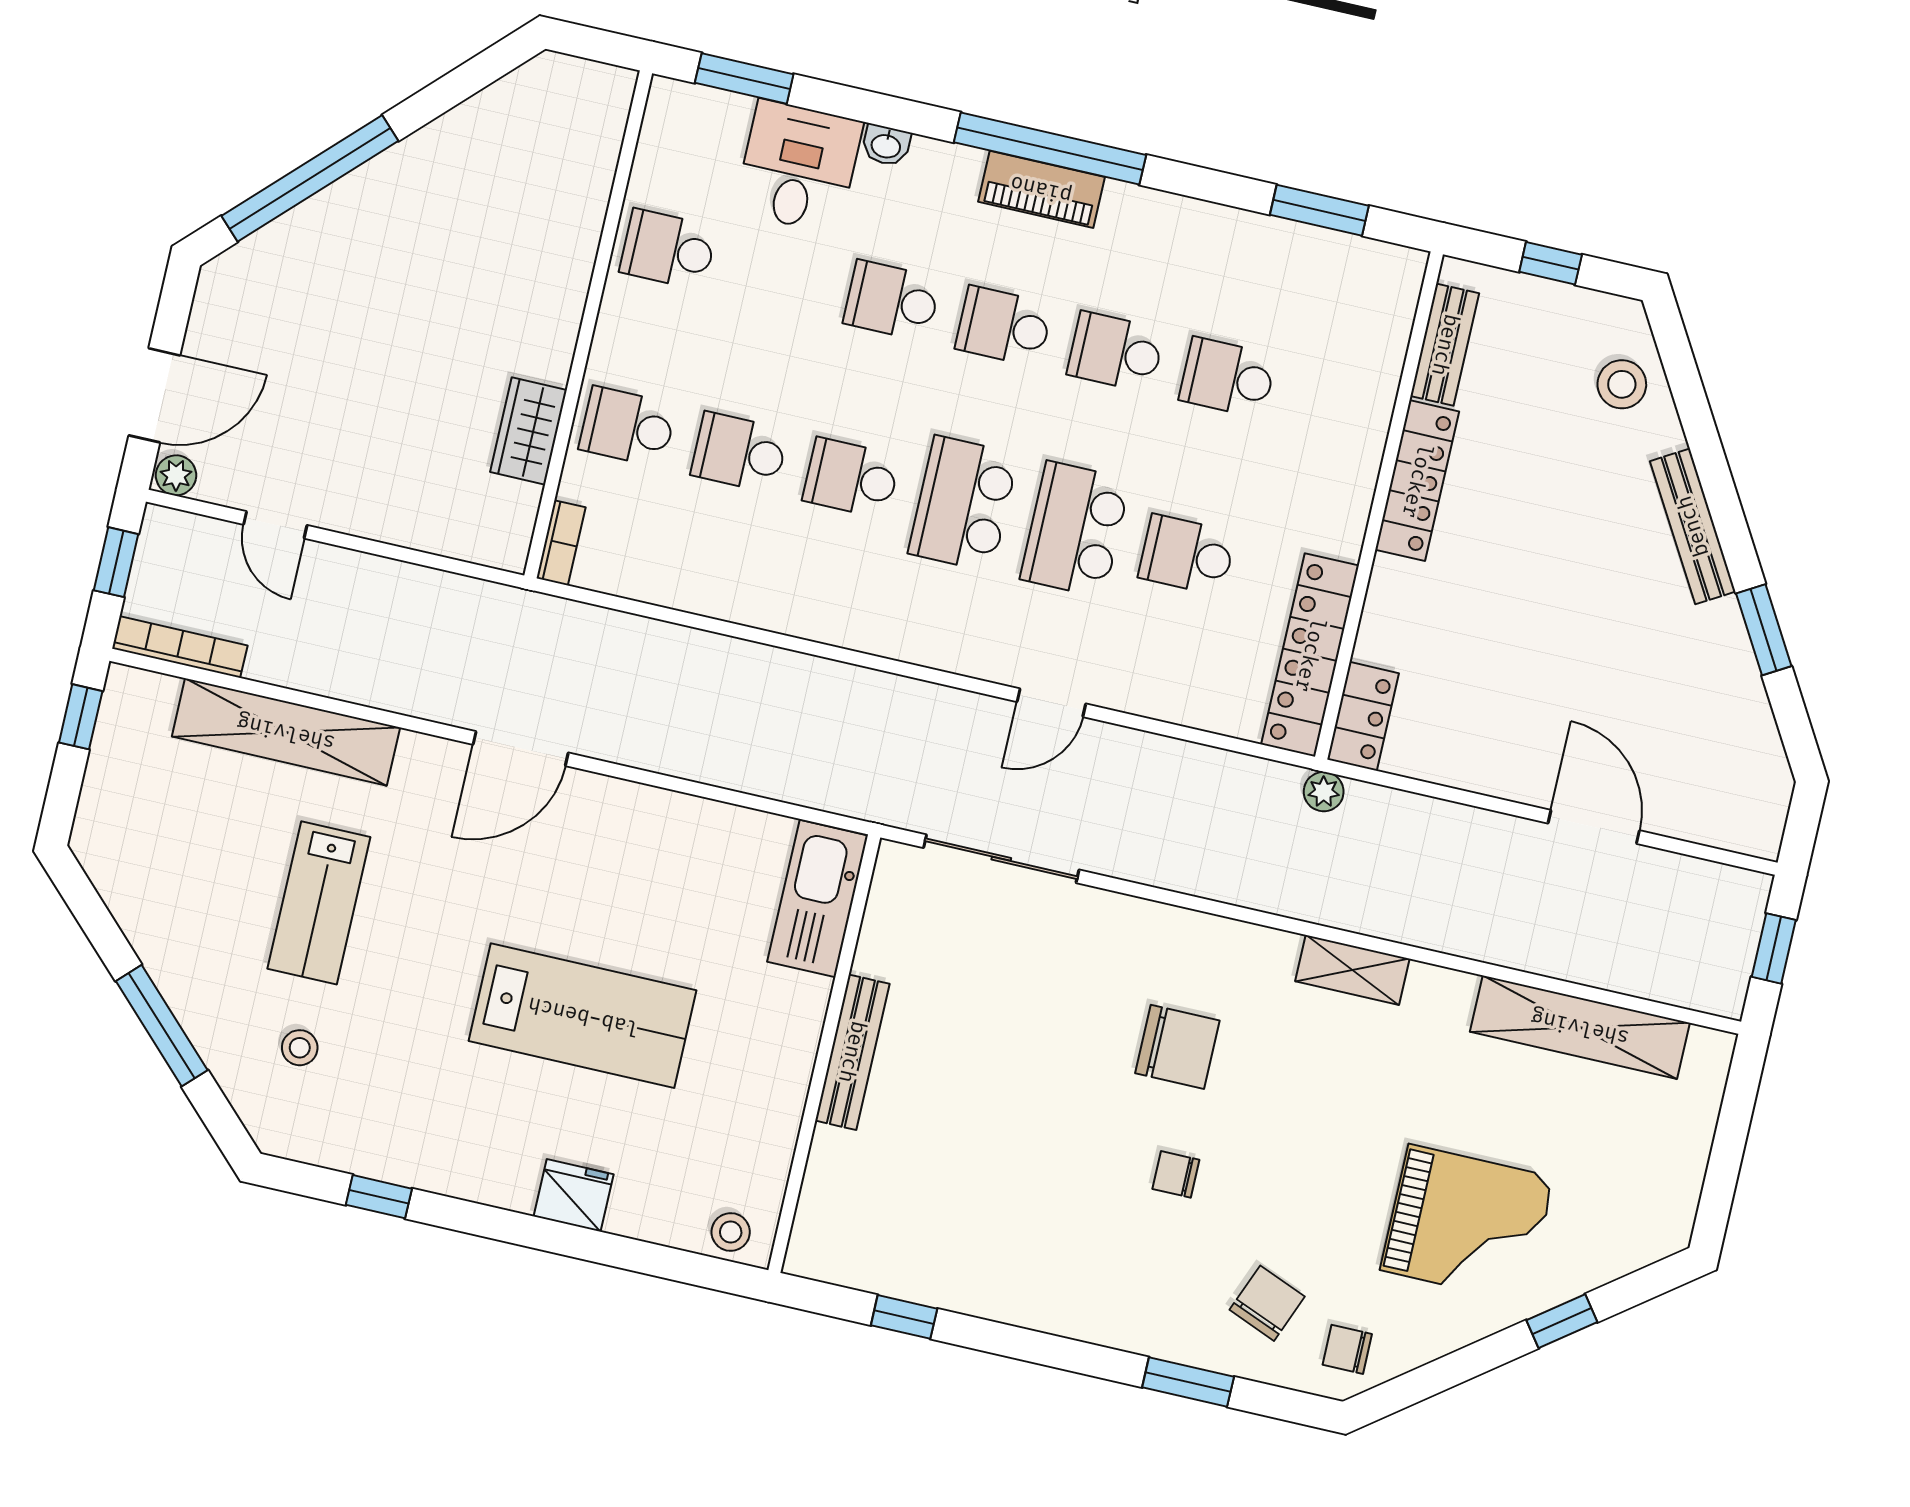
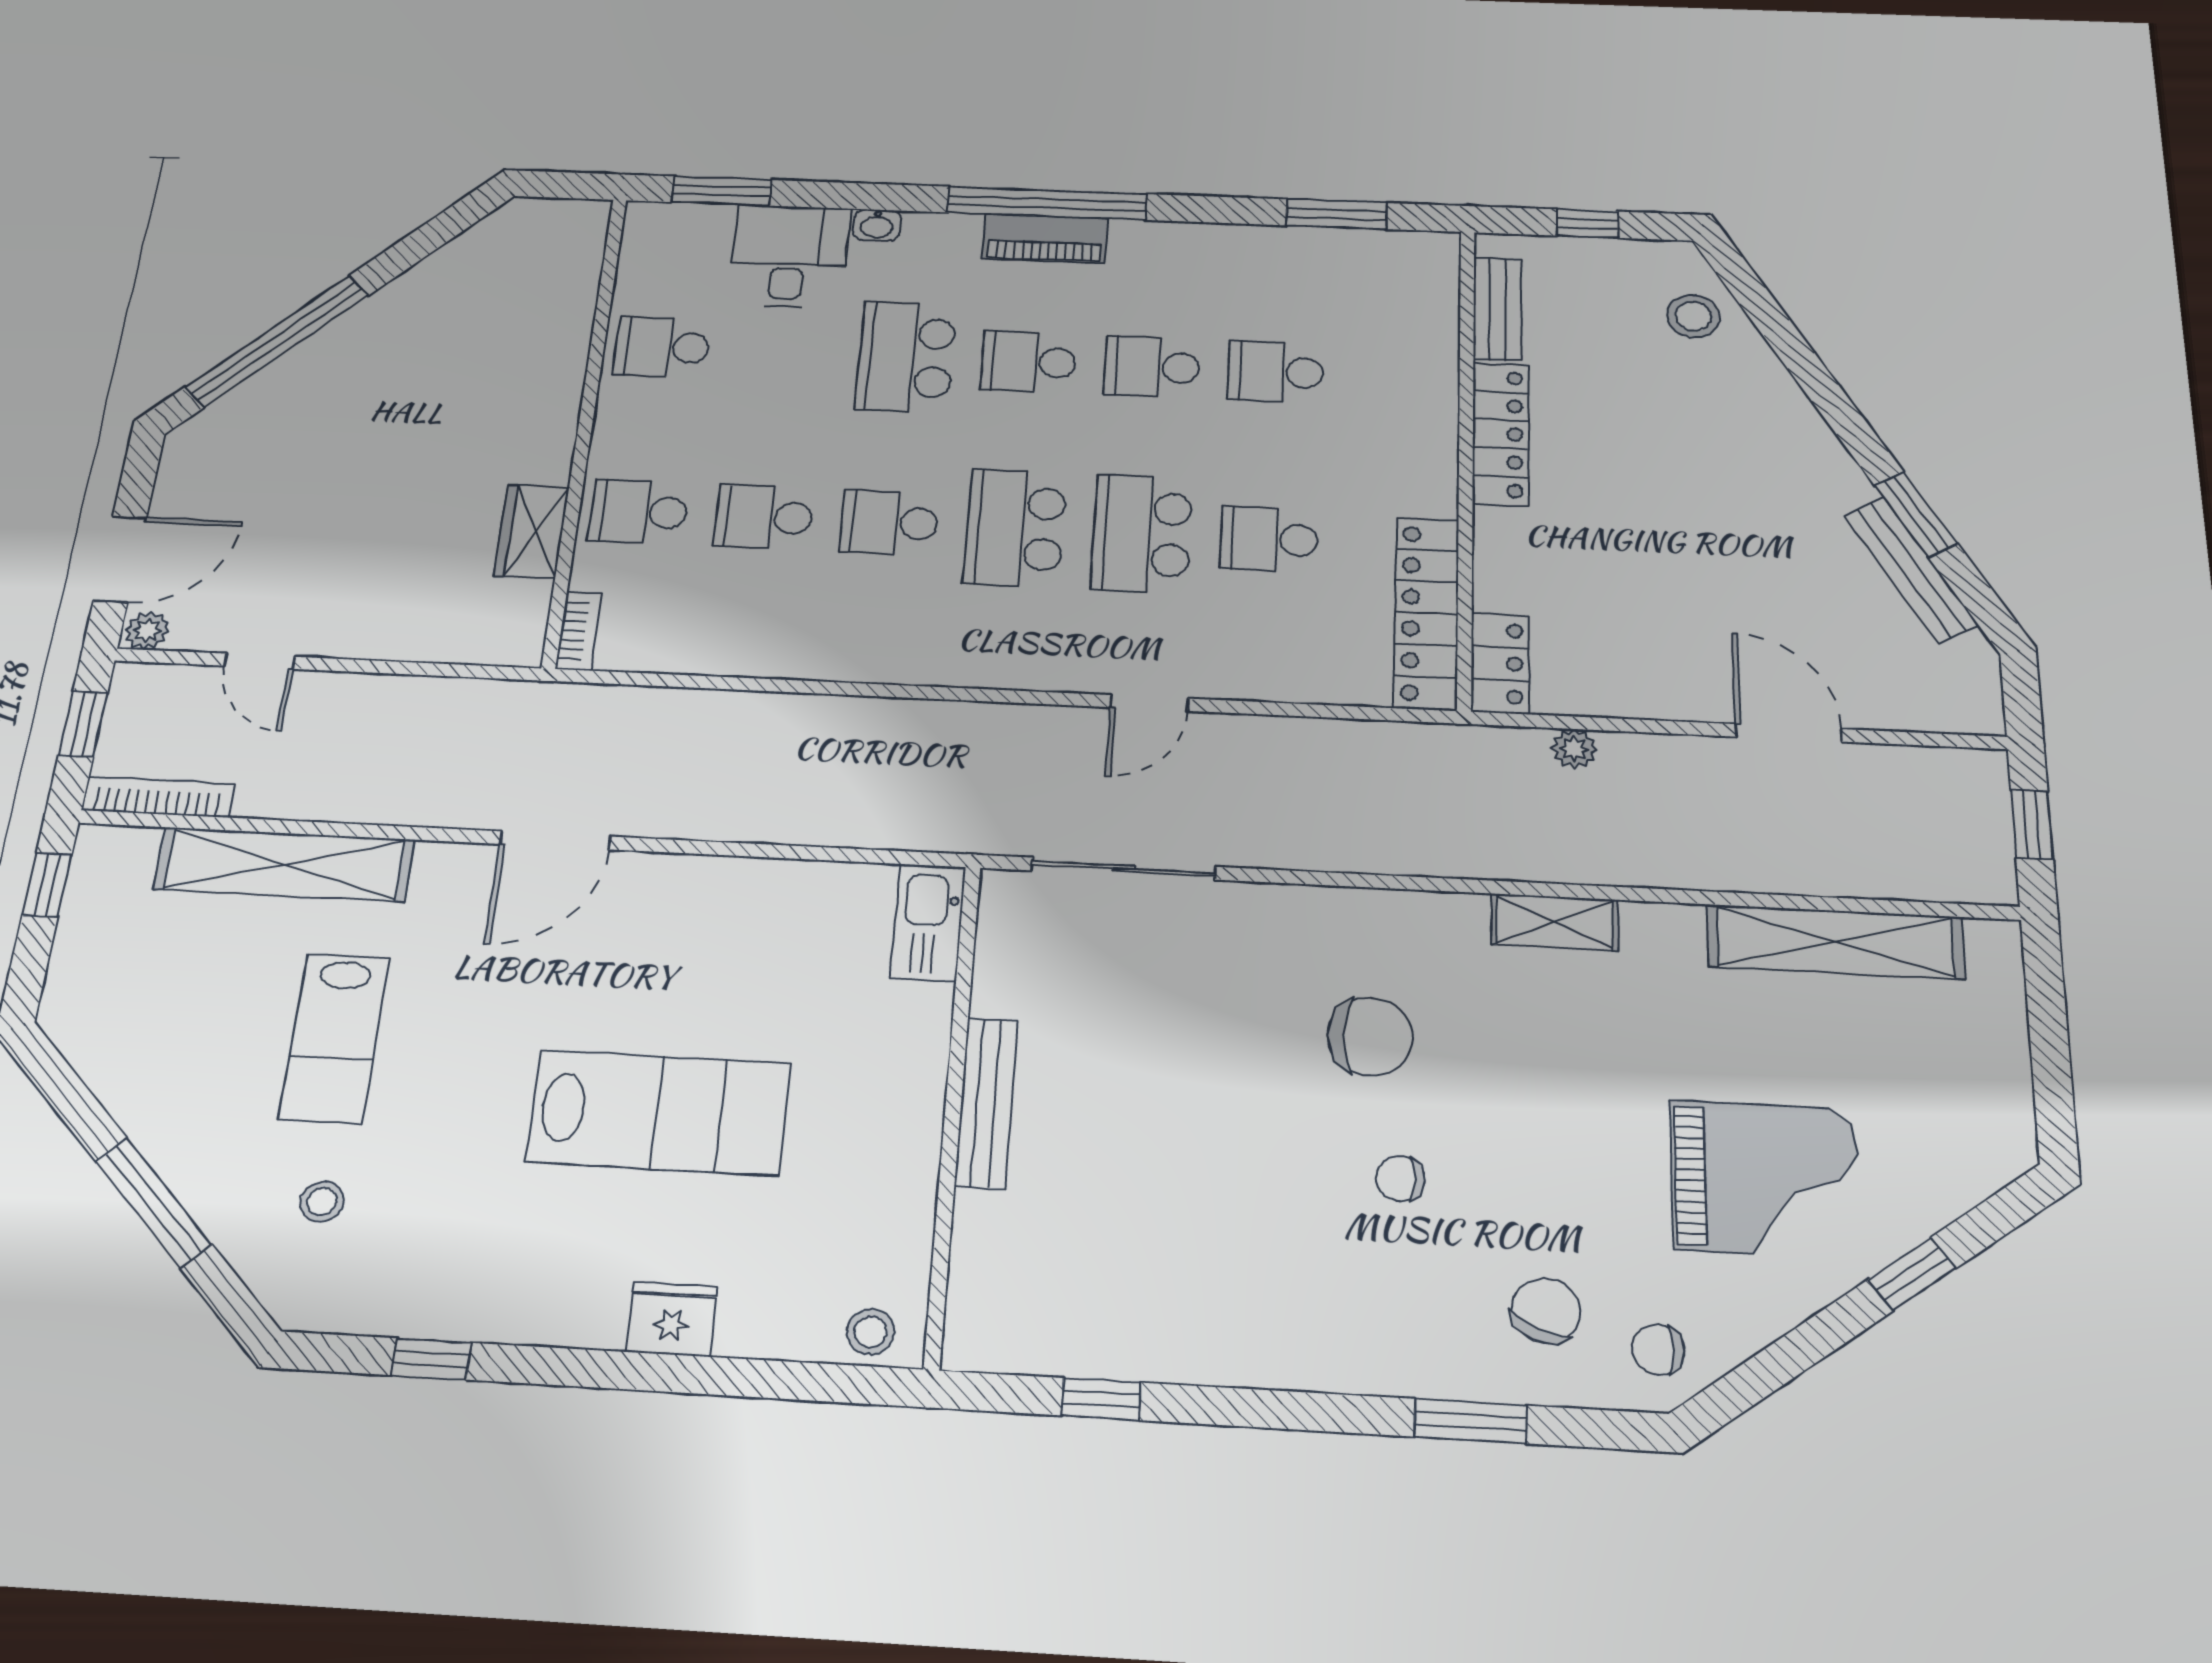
school desk: (892, 301) -> (906, 357), width x1.85
bench: (1693, 526) -> (1911, 570), moved
plant: (1324, 792) -> (1574, 749), moved
kitchen sink: (818, 899) -> (928, 923), width x0.73, depth x0.81

